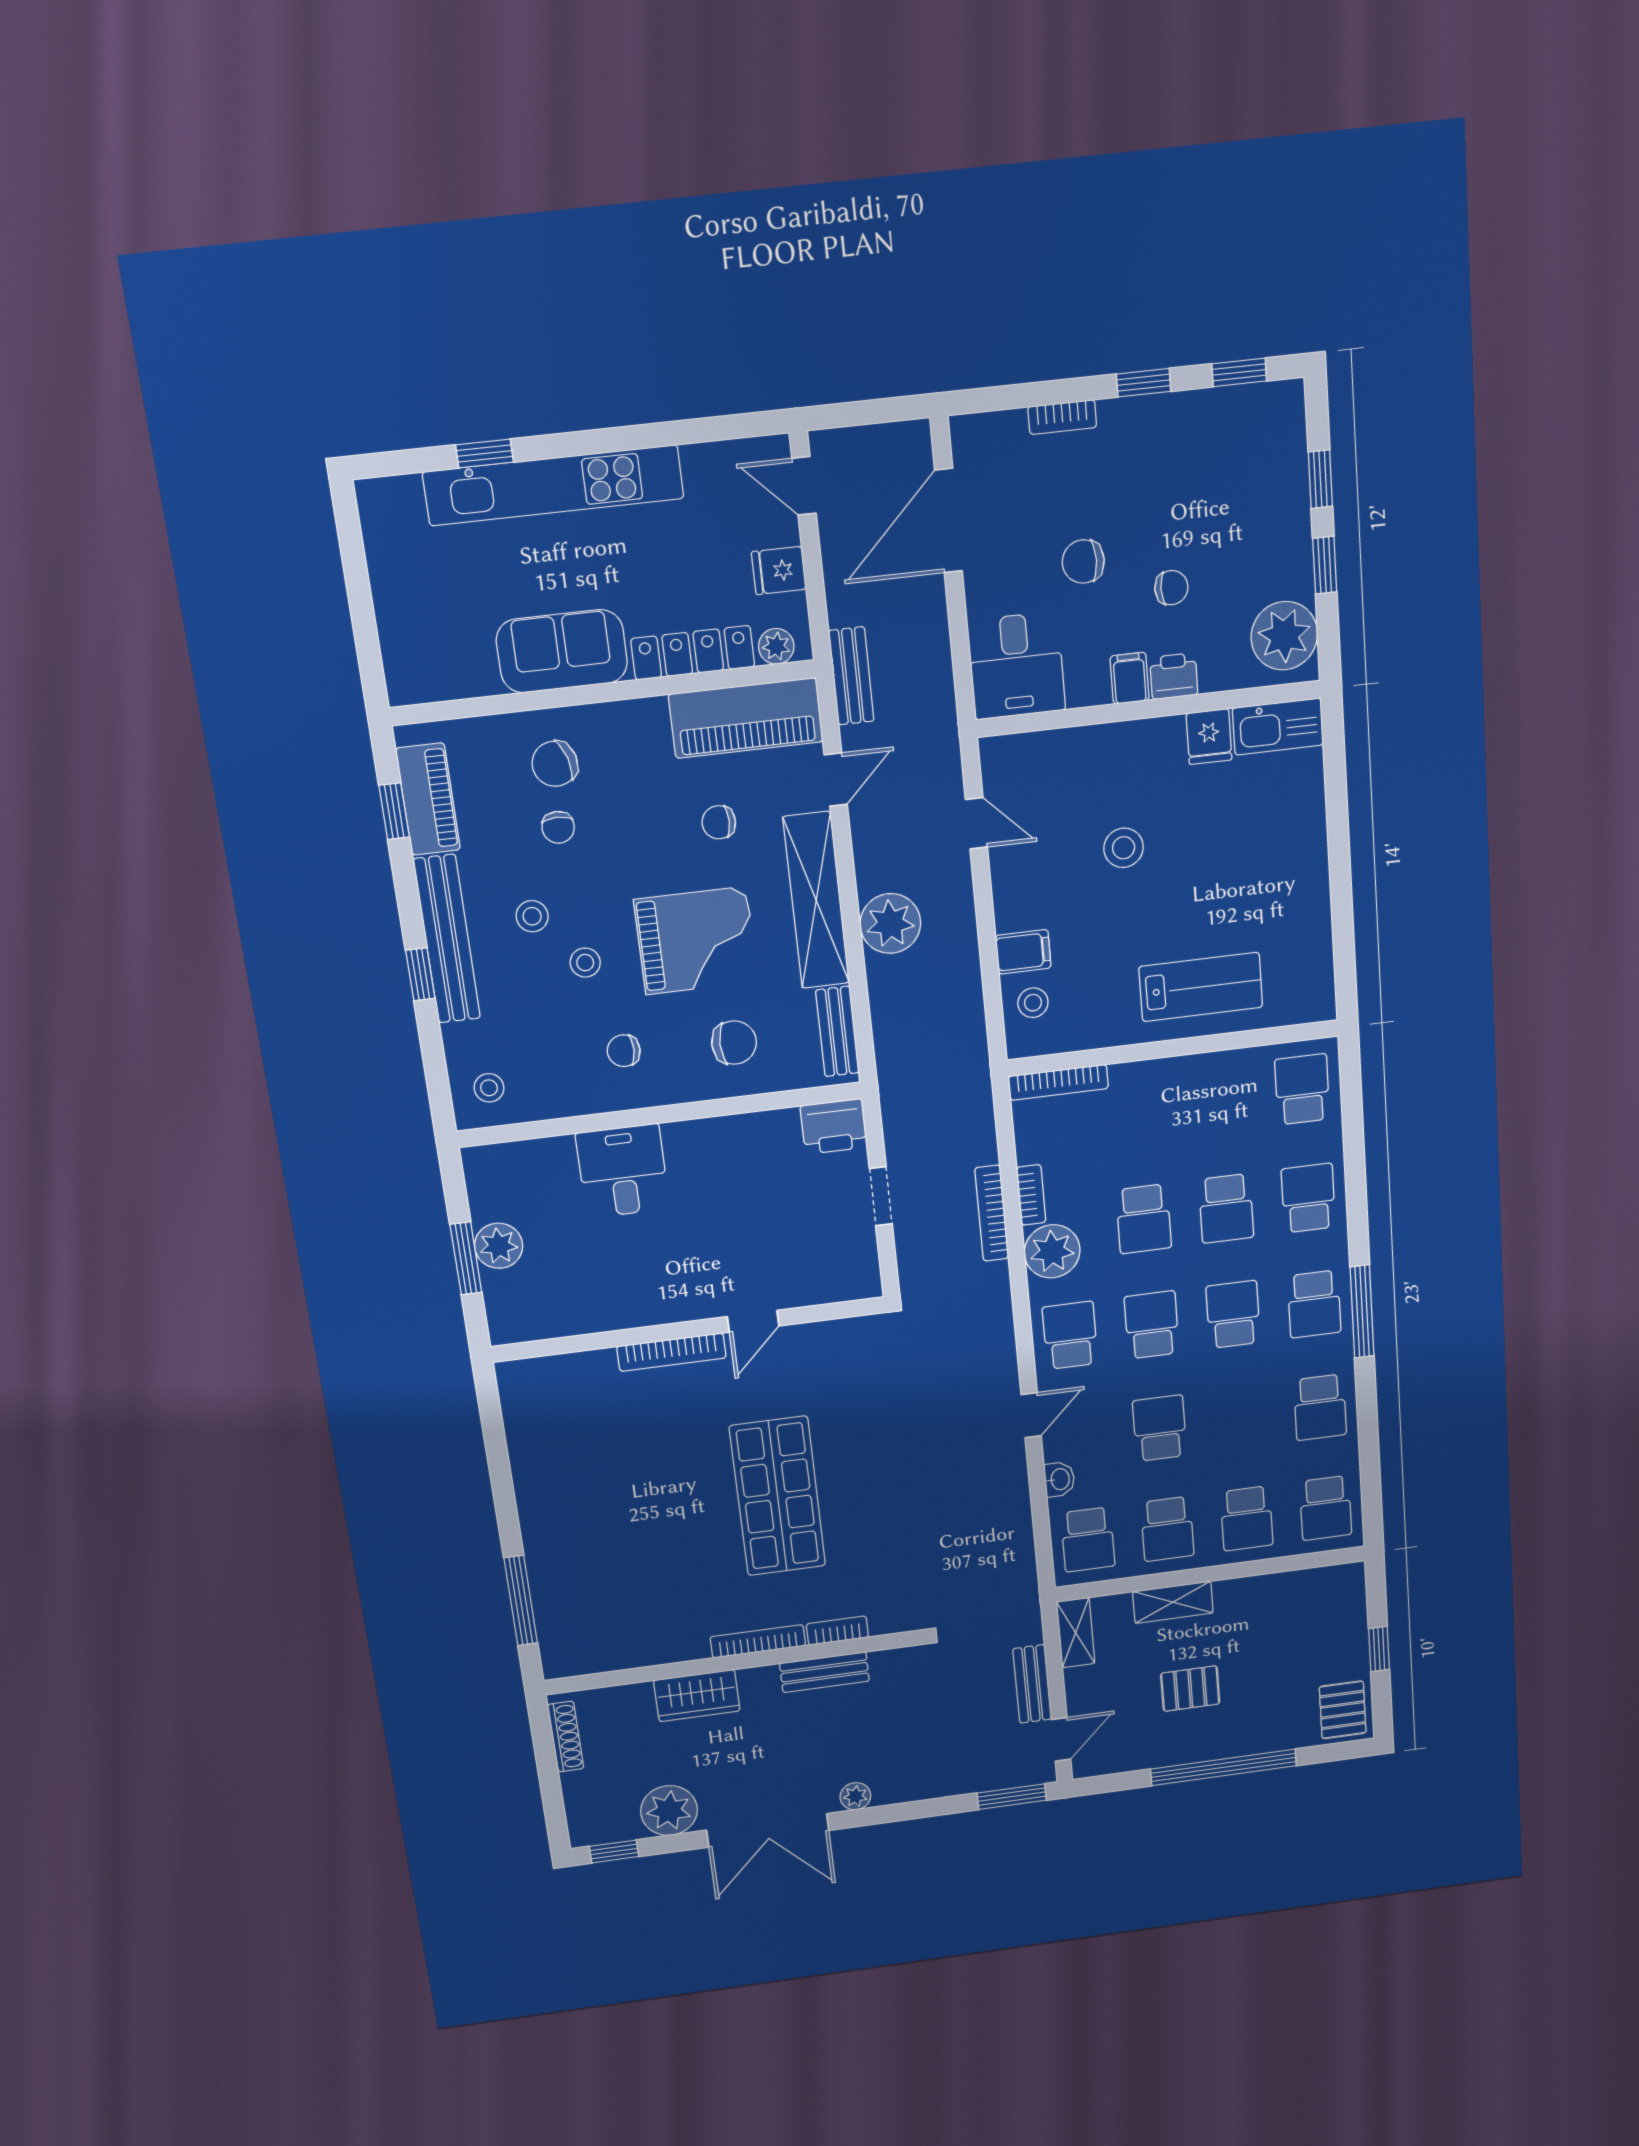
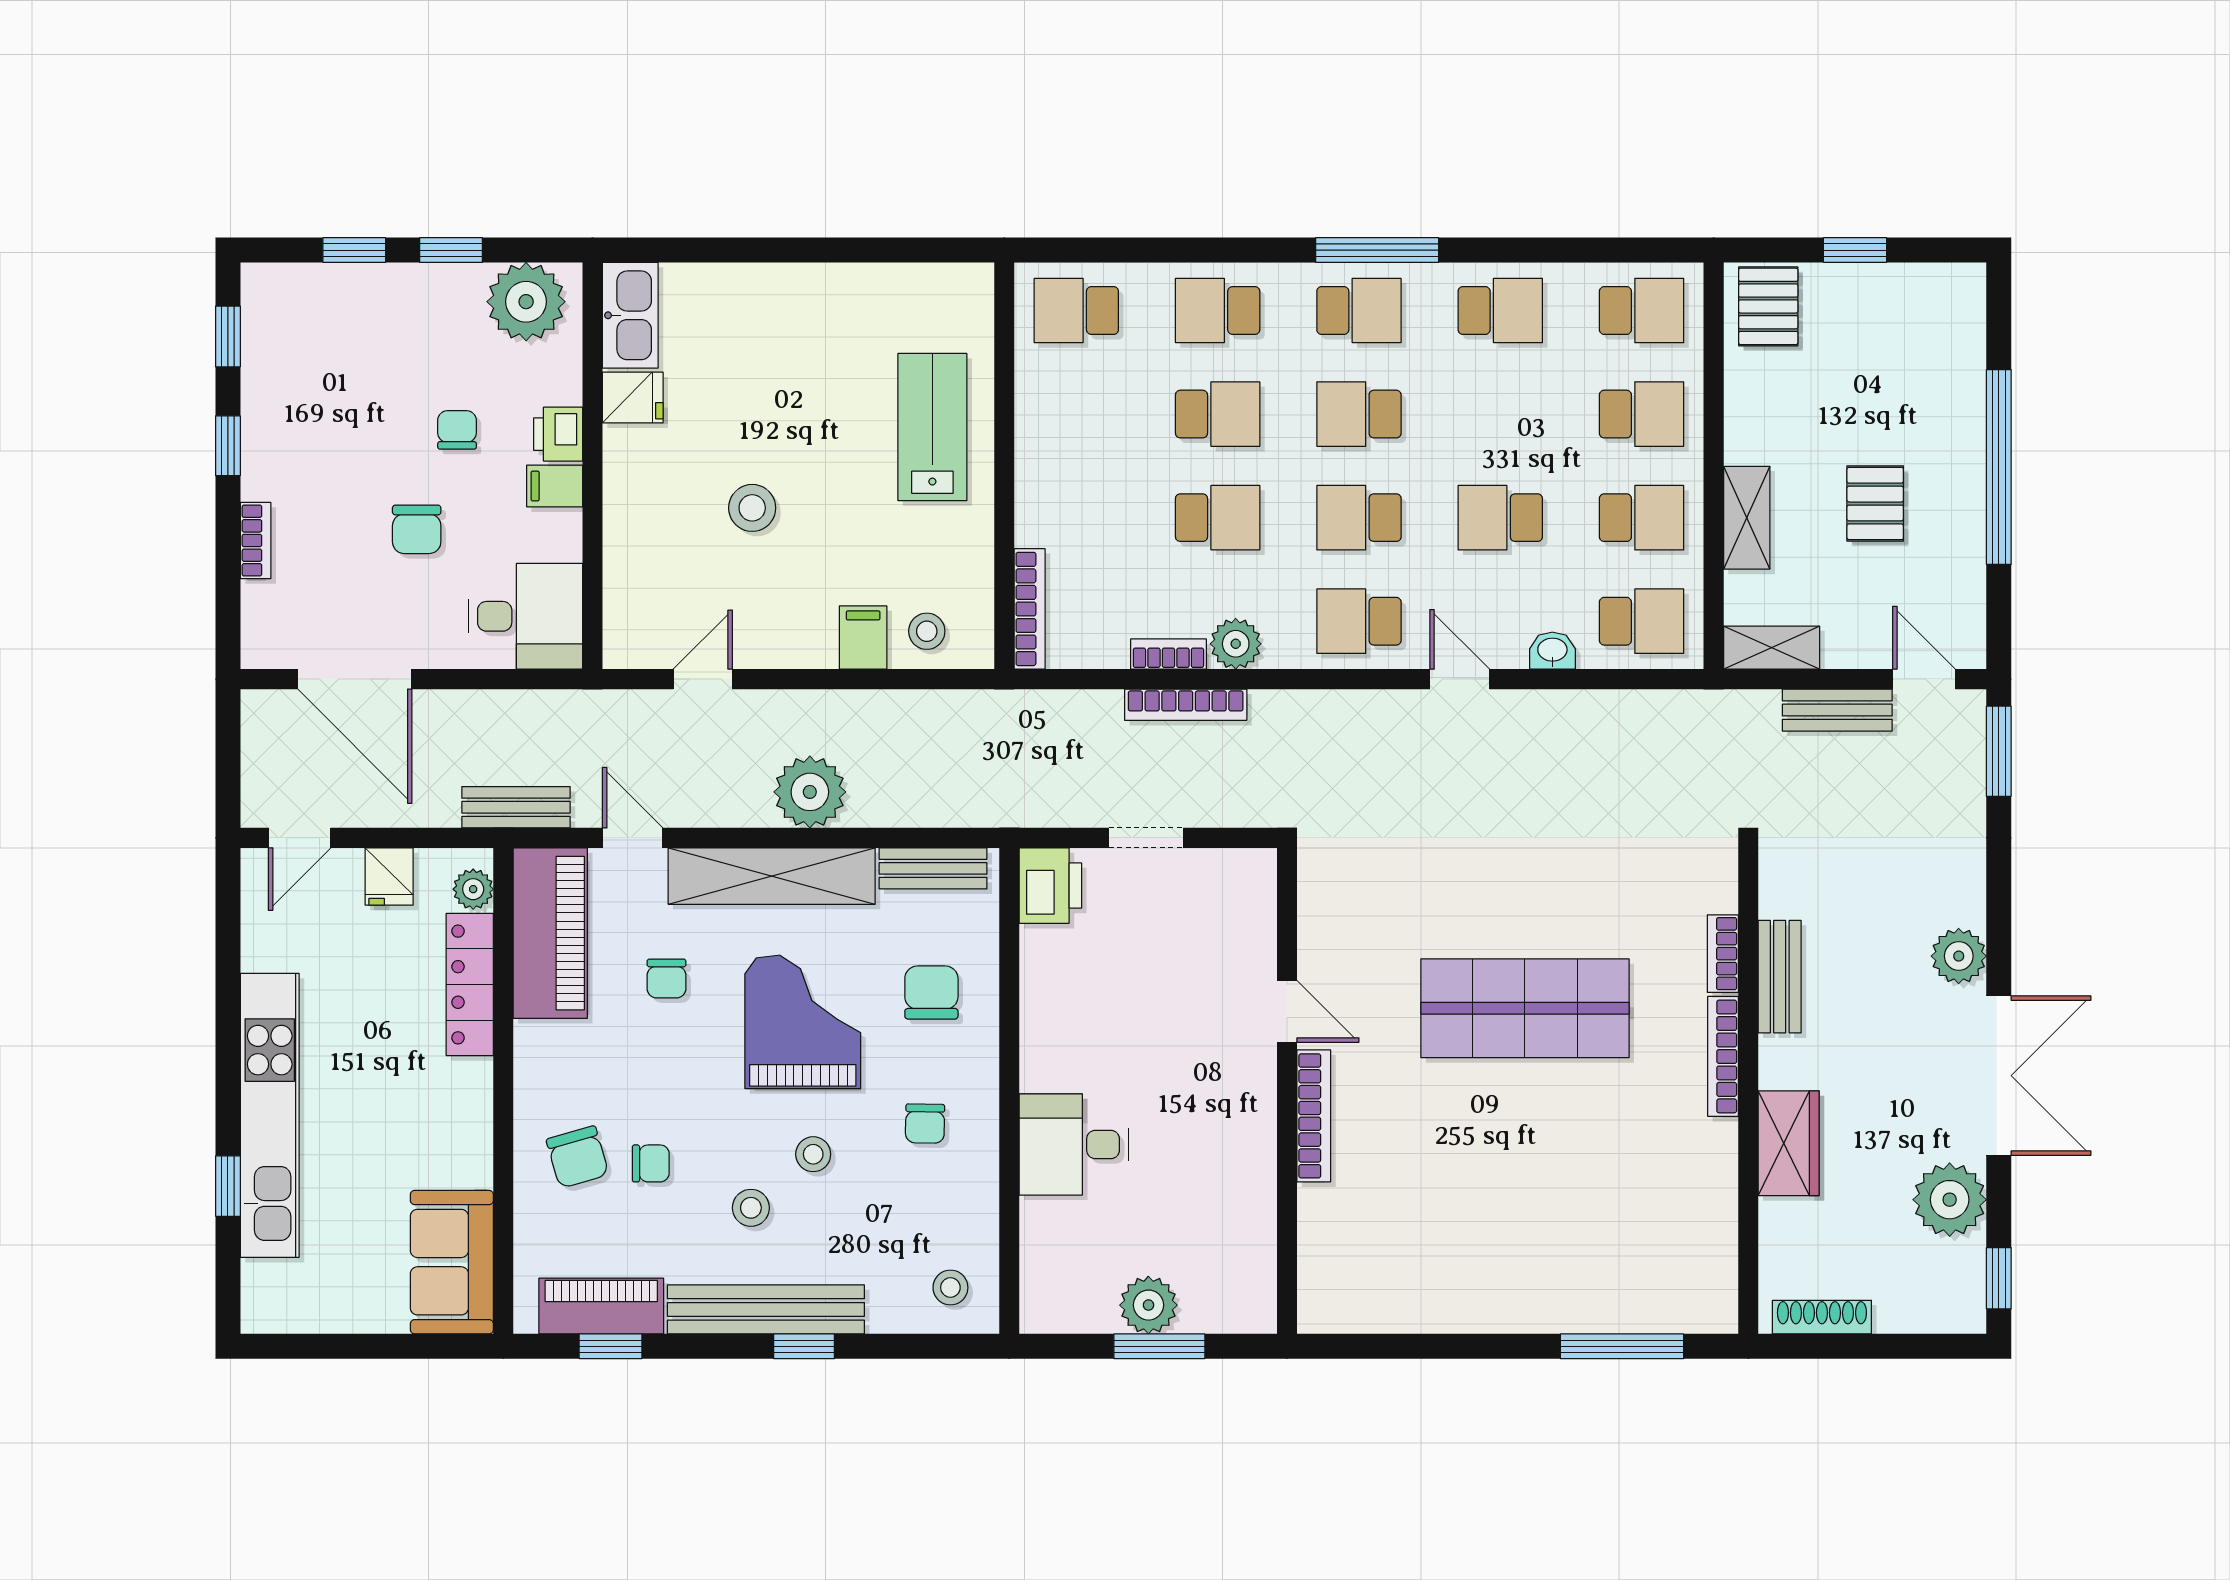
sofa: (562, 651) -> (452, 1262), moved
plant: (1052, 1251) -> (1236, 644), width x0.73, depth x0.73
pallet: (1343, 1710) -> (1768, 306), moved, turned 90
plant: (855, 1796) -> (1959, 956), width x1.38, depth x1.38

